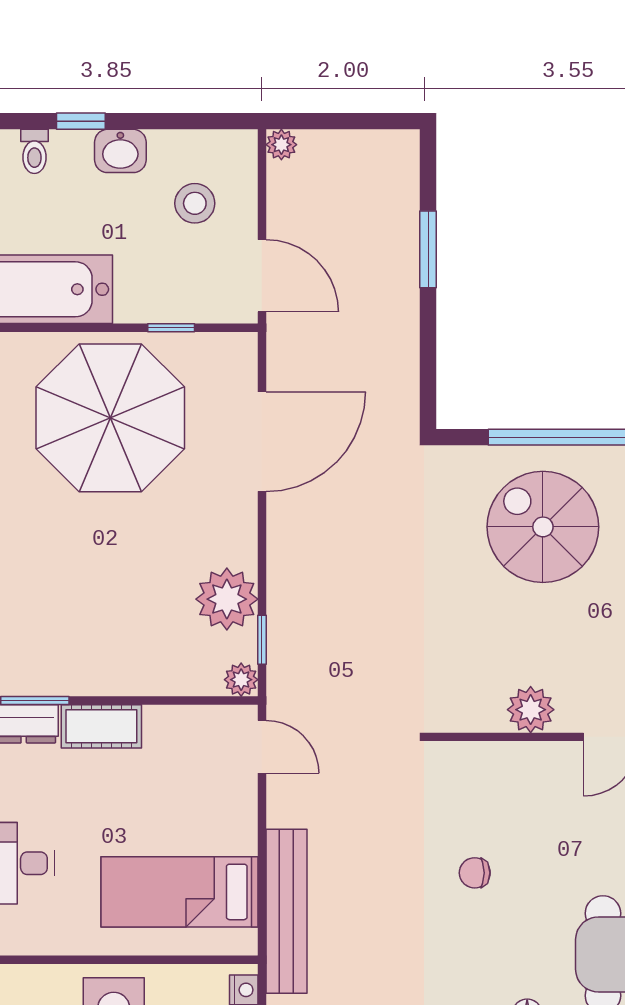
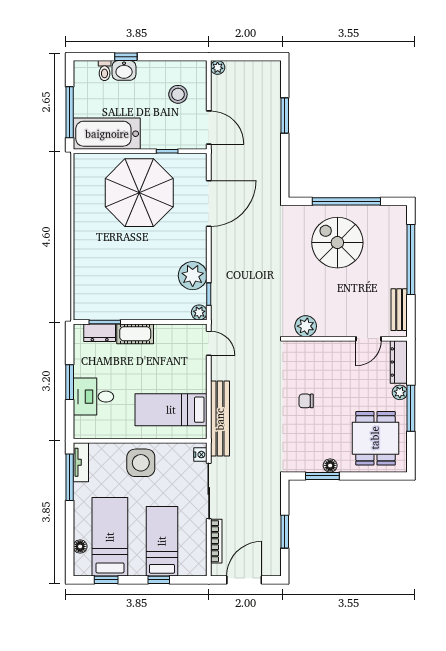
washbasin: (120, 151) -> (124, 70), moved
plant: (531, 710) -> (306, 326), moved

